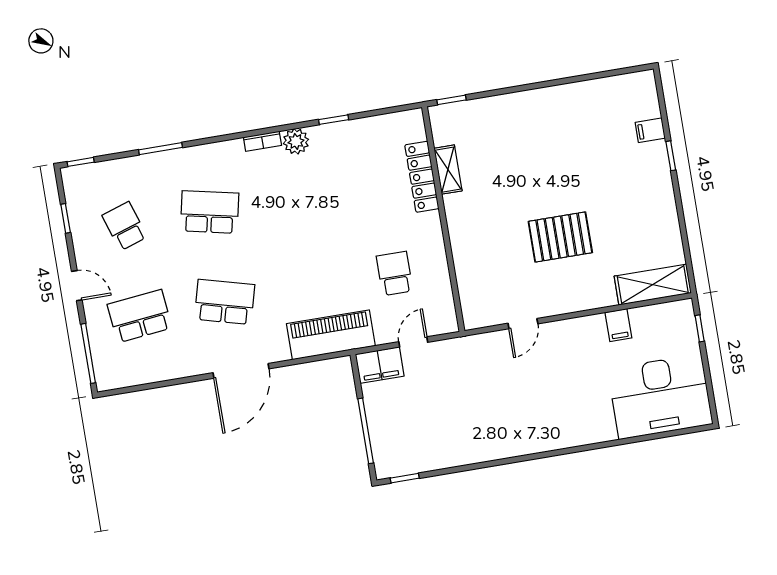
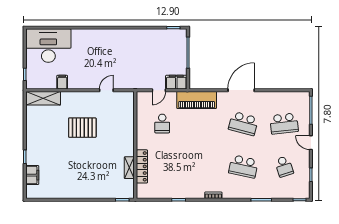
filing cabinet: (650, 130) -> (32, 175), width x2.00
plant: (296, 141) -> (198, 193), removed

